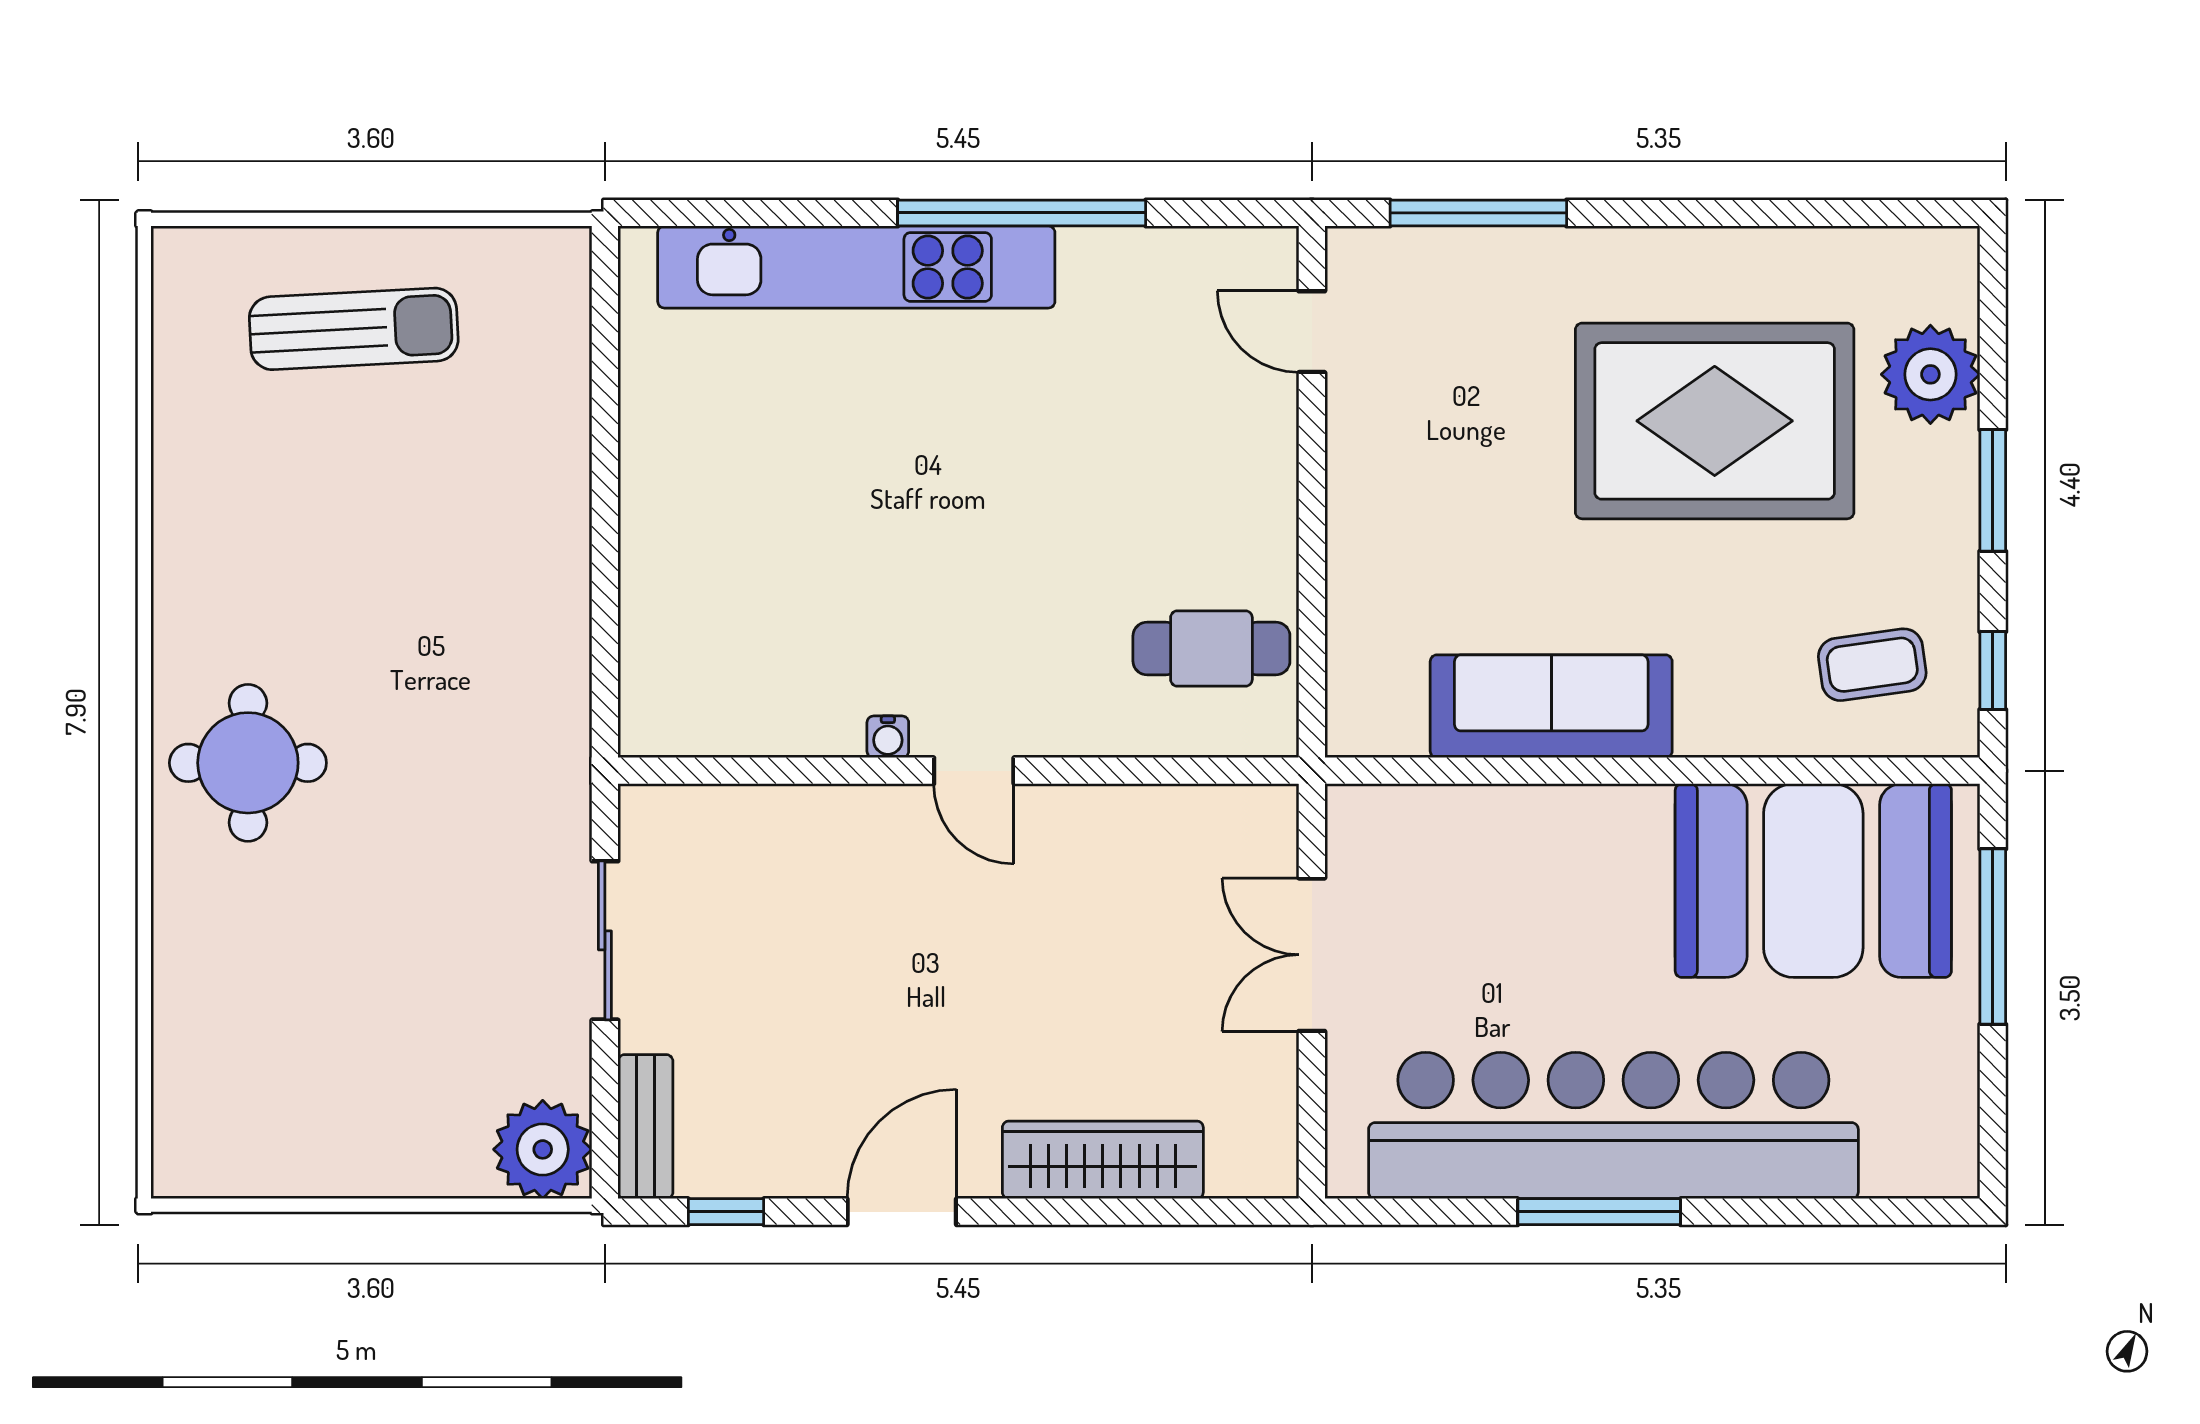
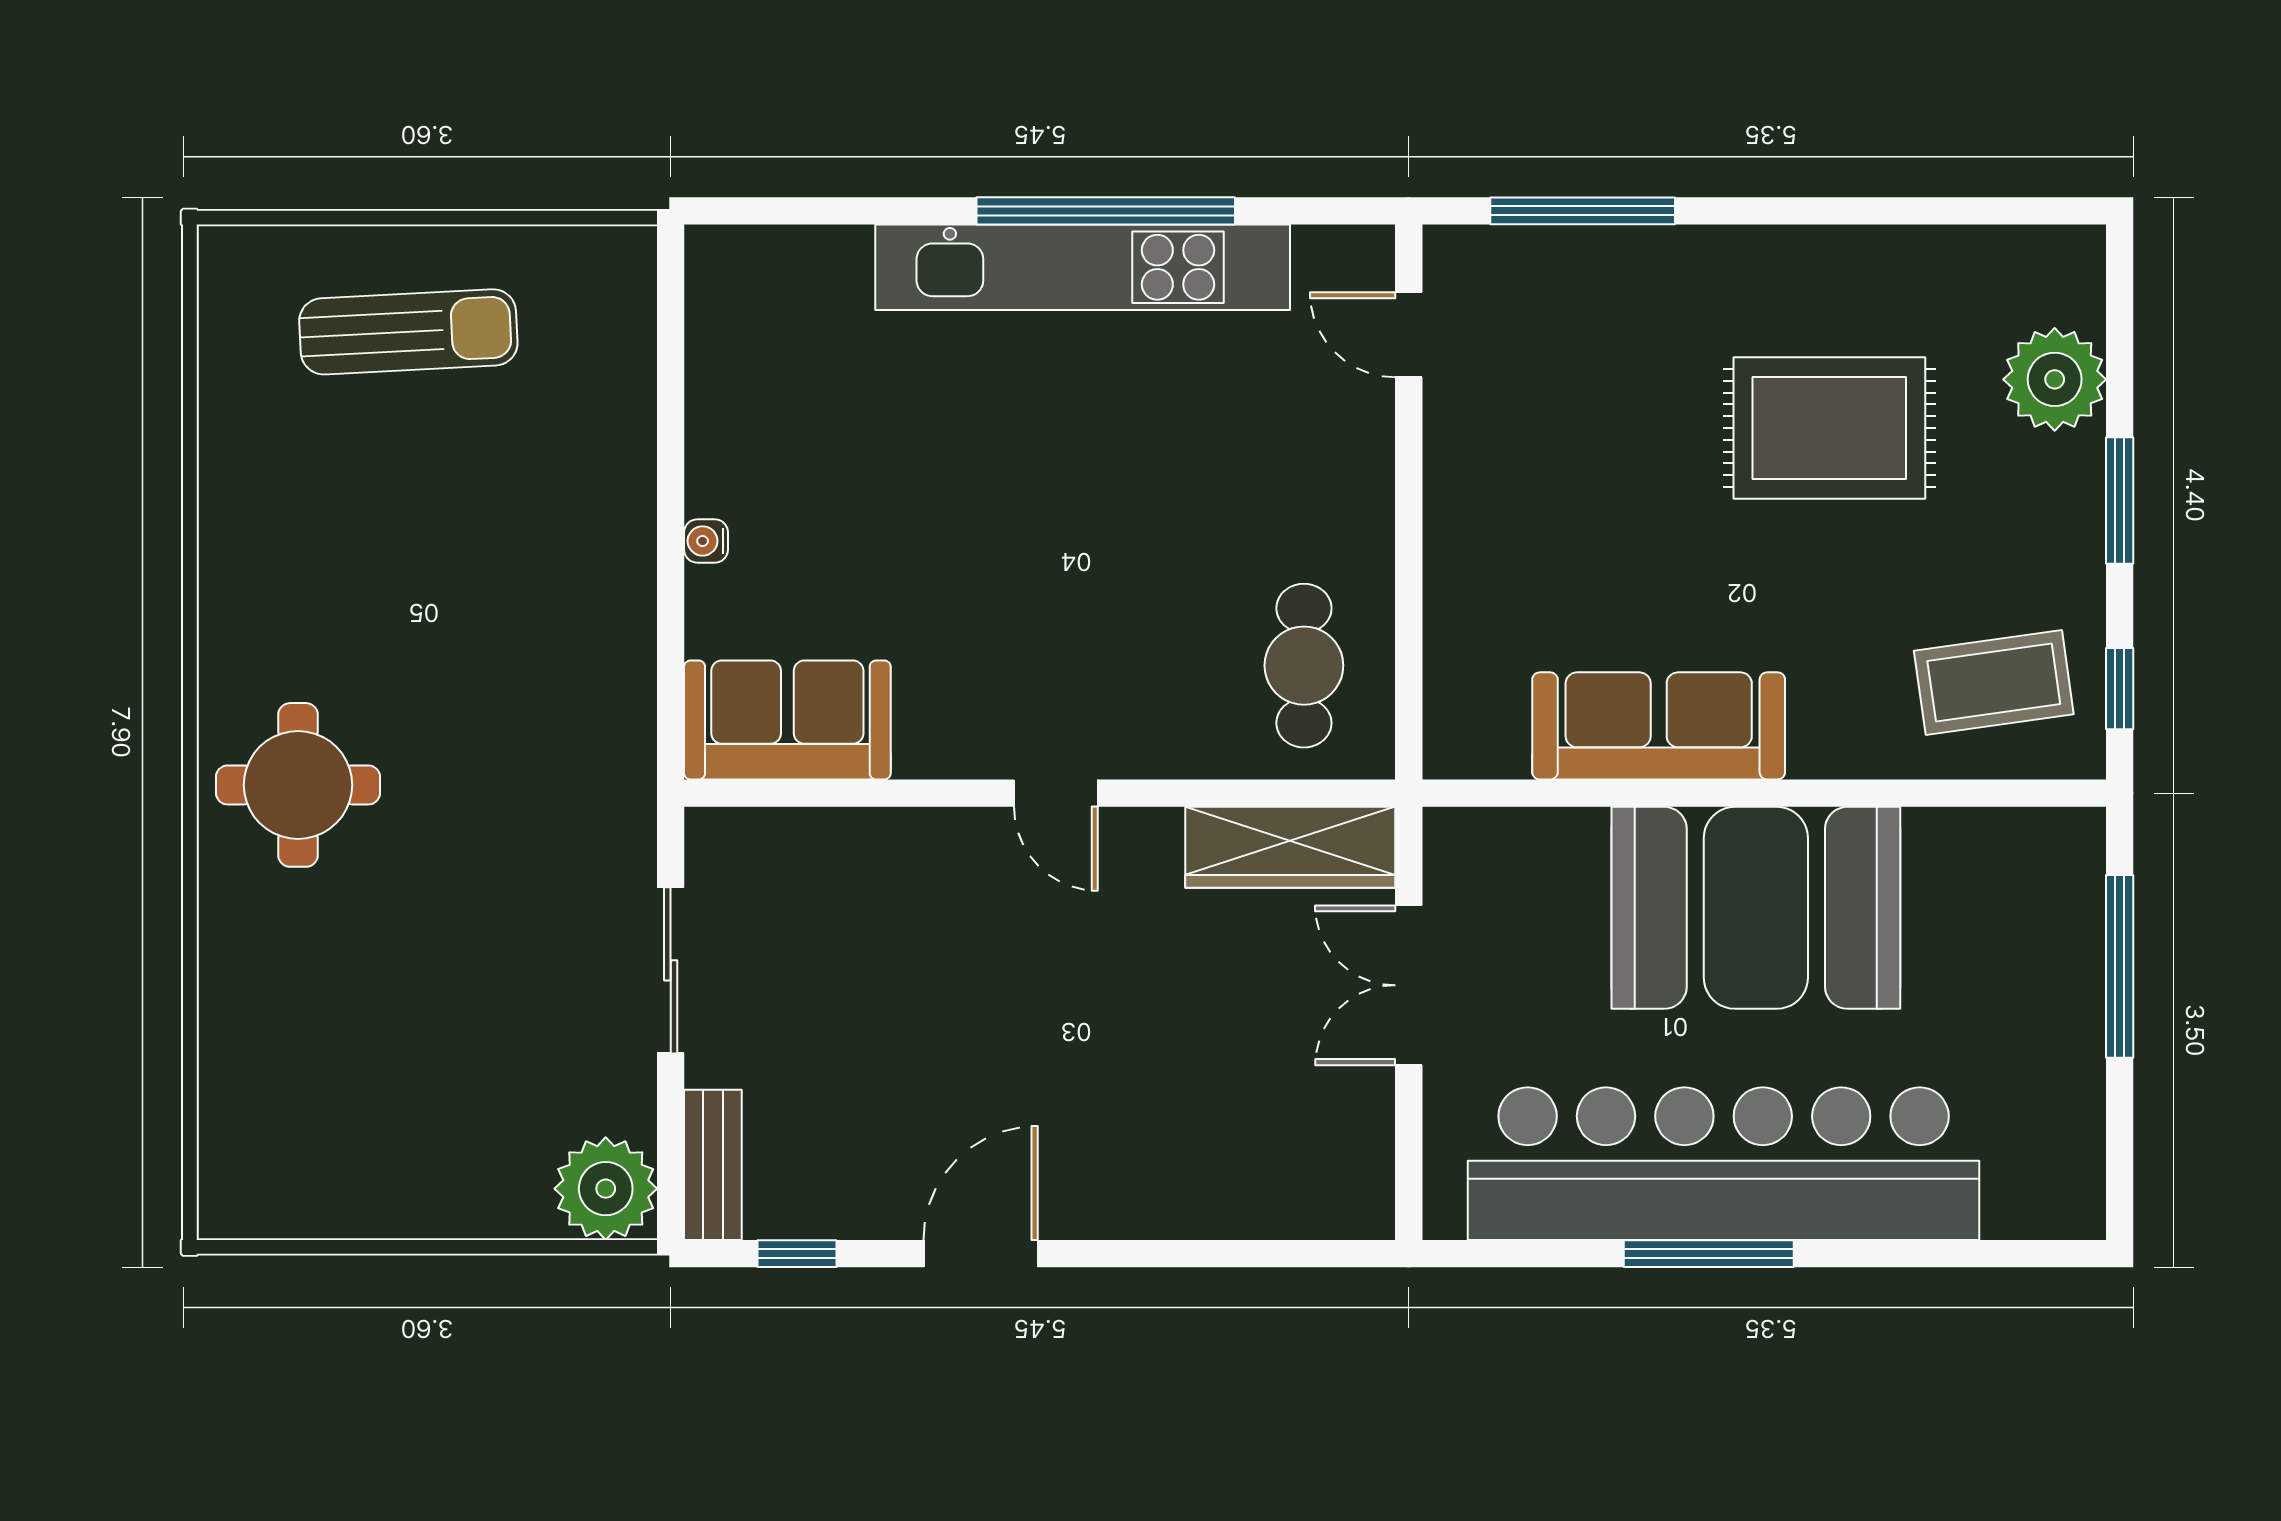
kitchen unit: (856, 267) -> (1083, 267), moved
rug: (1715, 421) -> (1829, 428), width x0.73, depth x0.69
cafe table: (1211, 649) -> (1304, 666), turned 90
coffee table: (1872, 665) -> (1994, 682), width x1.36, depth x1.30
sofa: (717, 701) -> (787, 720), added
water cooler: (888, 737) -> (706, 541), moved, turned 90
booth: (1813, 881) -> (1756, 908), moved
wardrobe: (1103, 1160) -> (1290, 847), moved, turned 180

